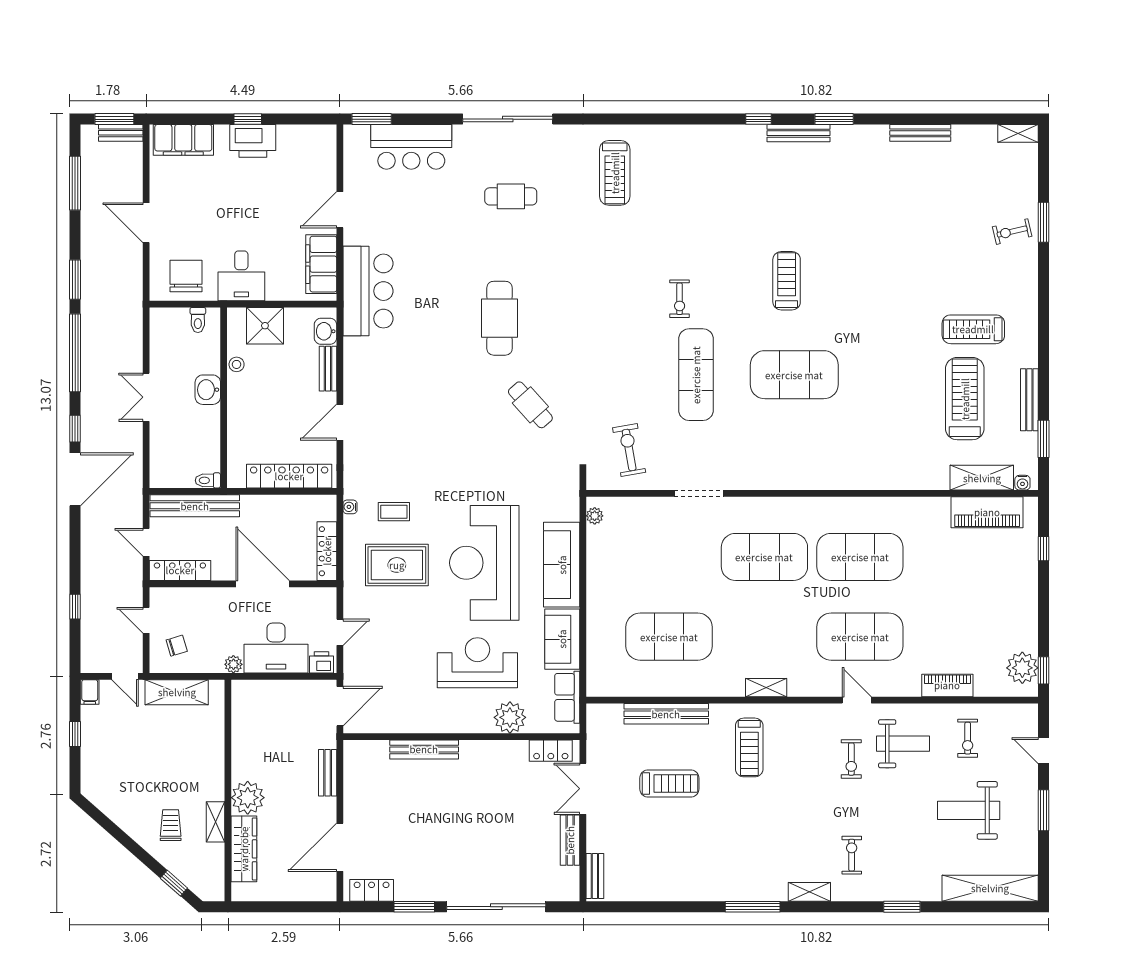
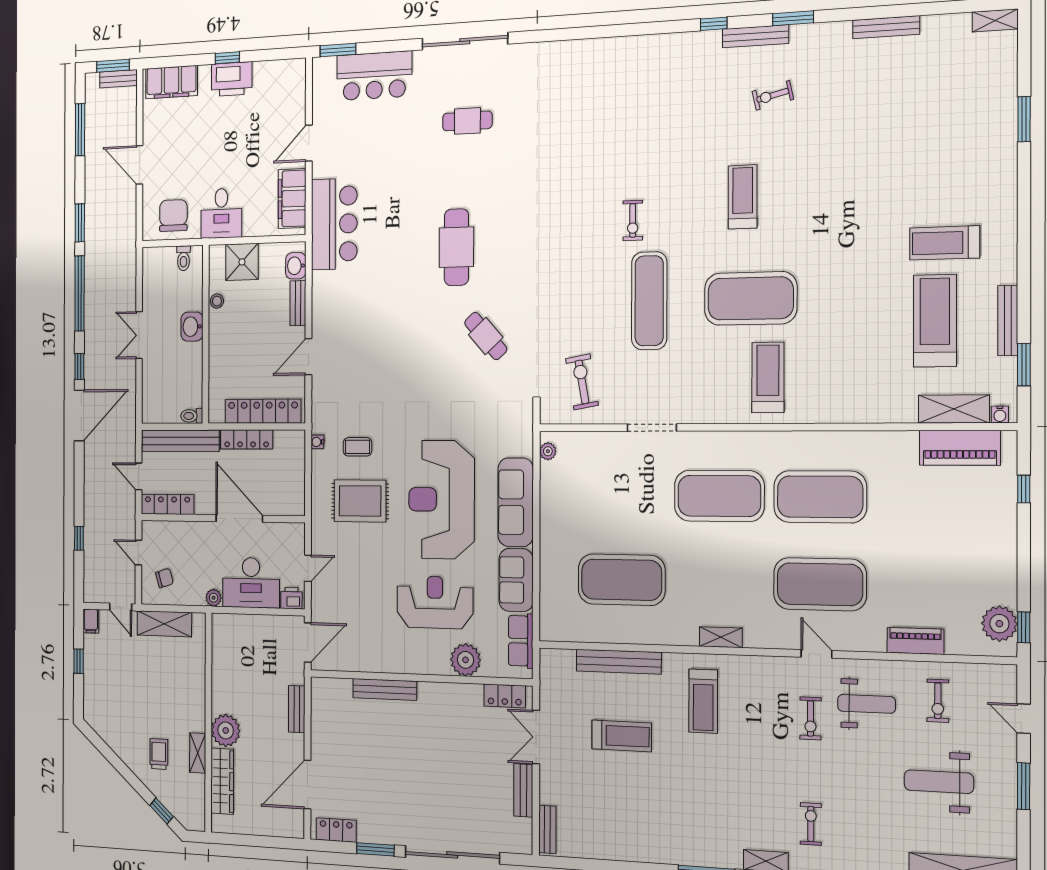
treadmill: (615, 173) -> (768, 377), moved, turned 180
exercise bike: (1012, 232) -> (773, 95), moved
locker: (327, 551) -> (247, 439), moved, turned -90

